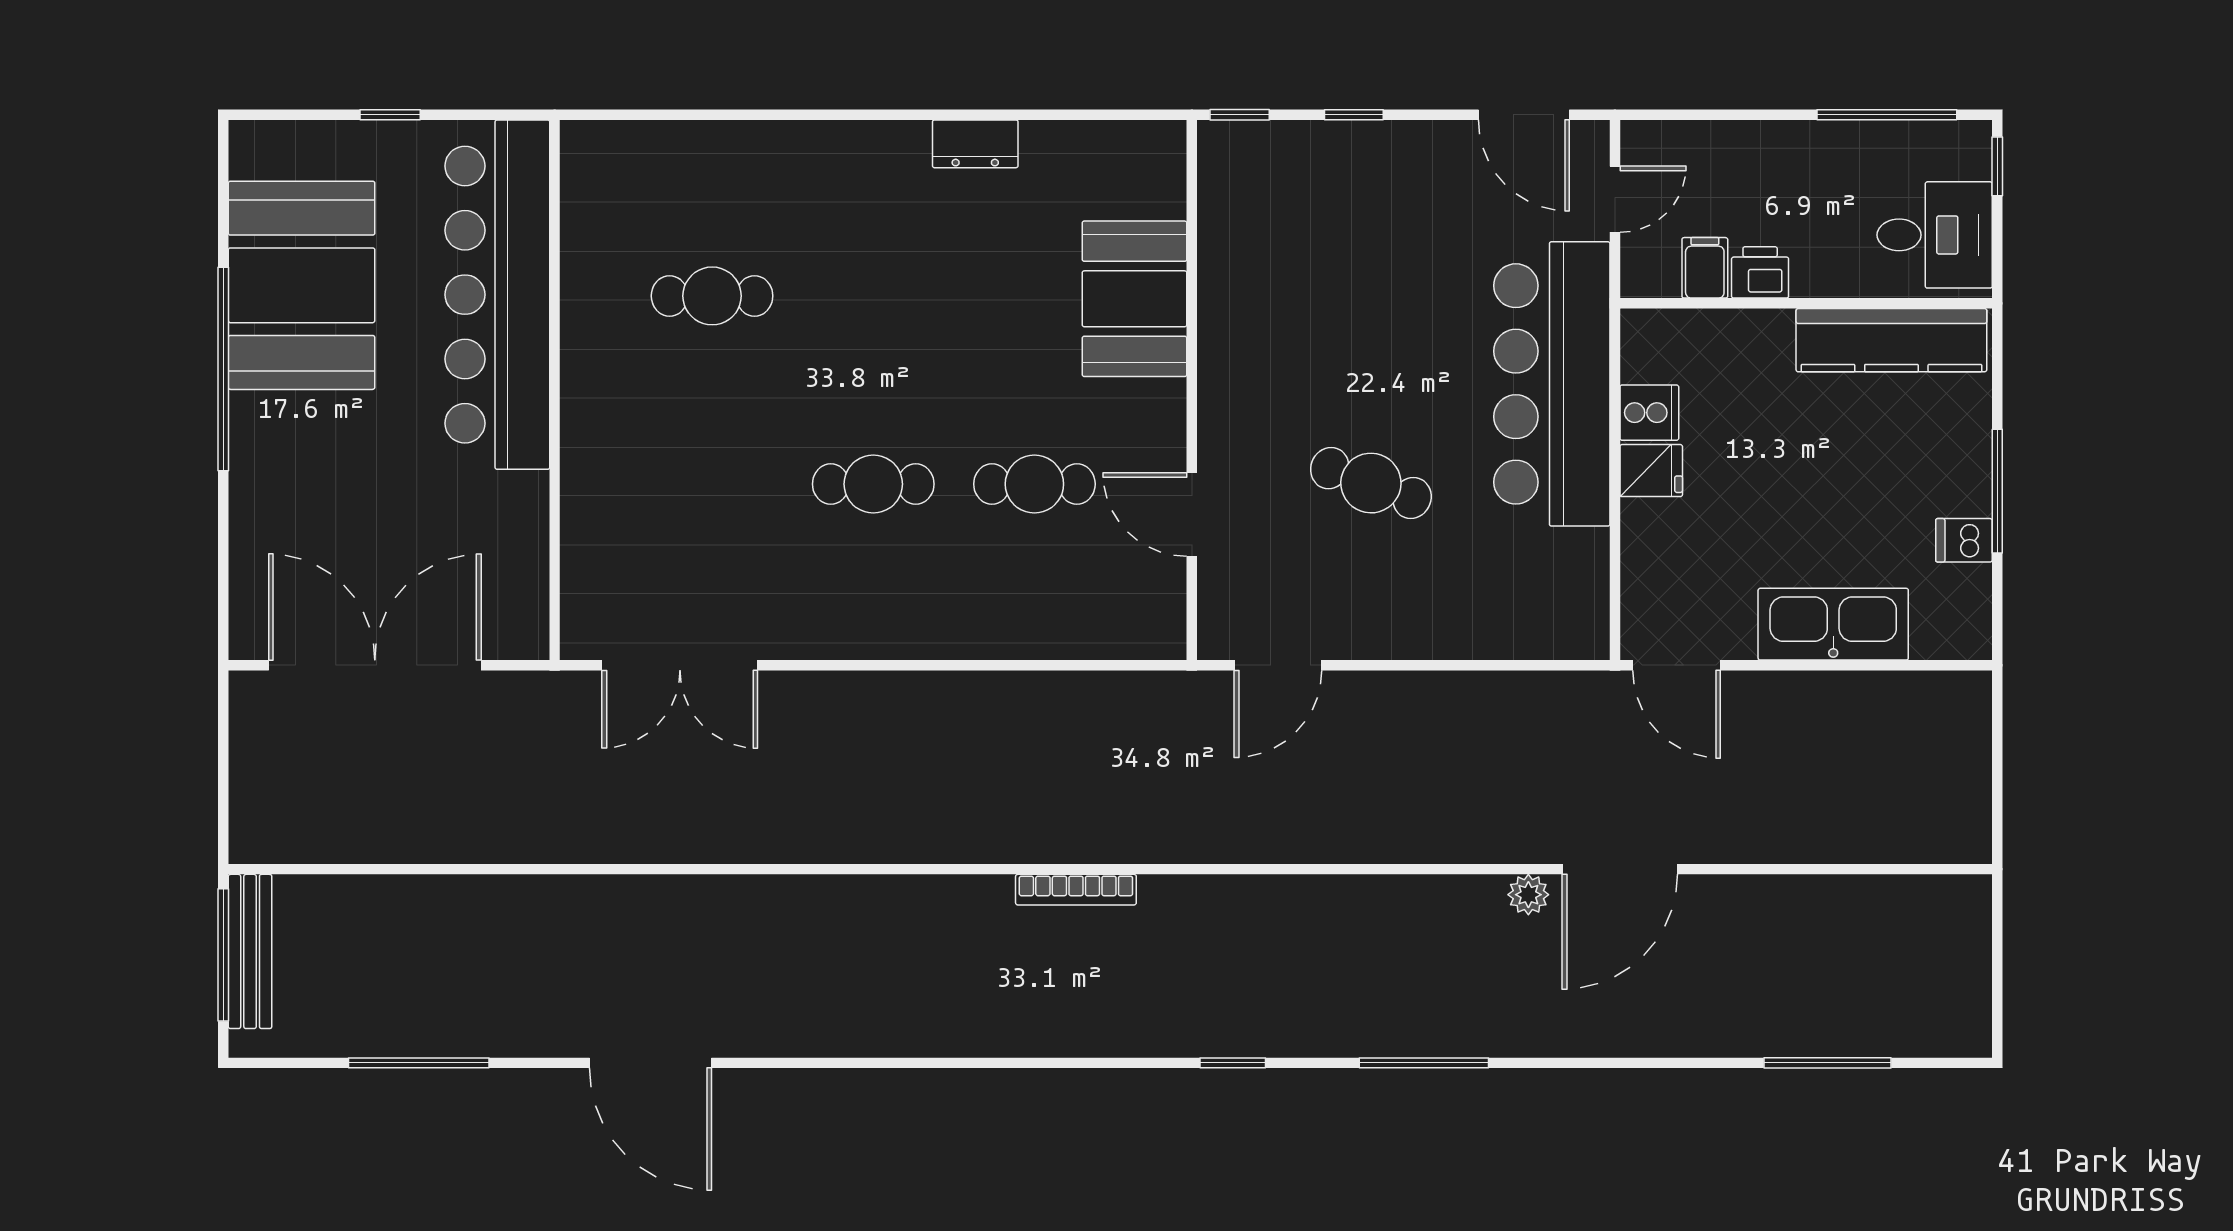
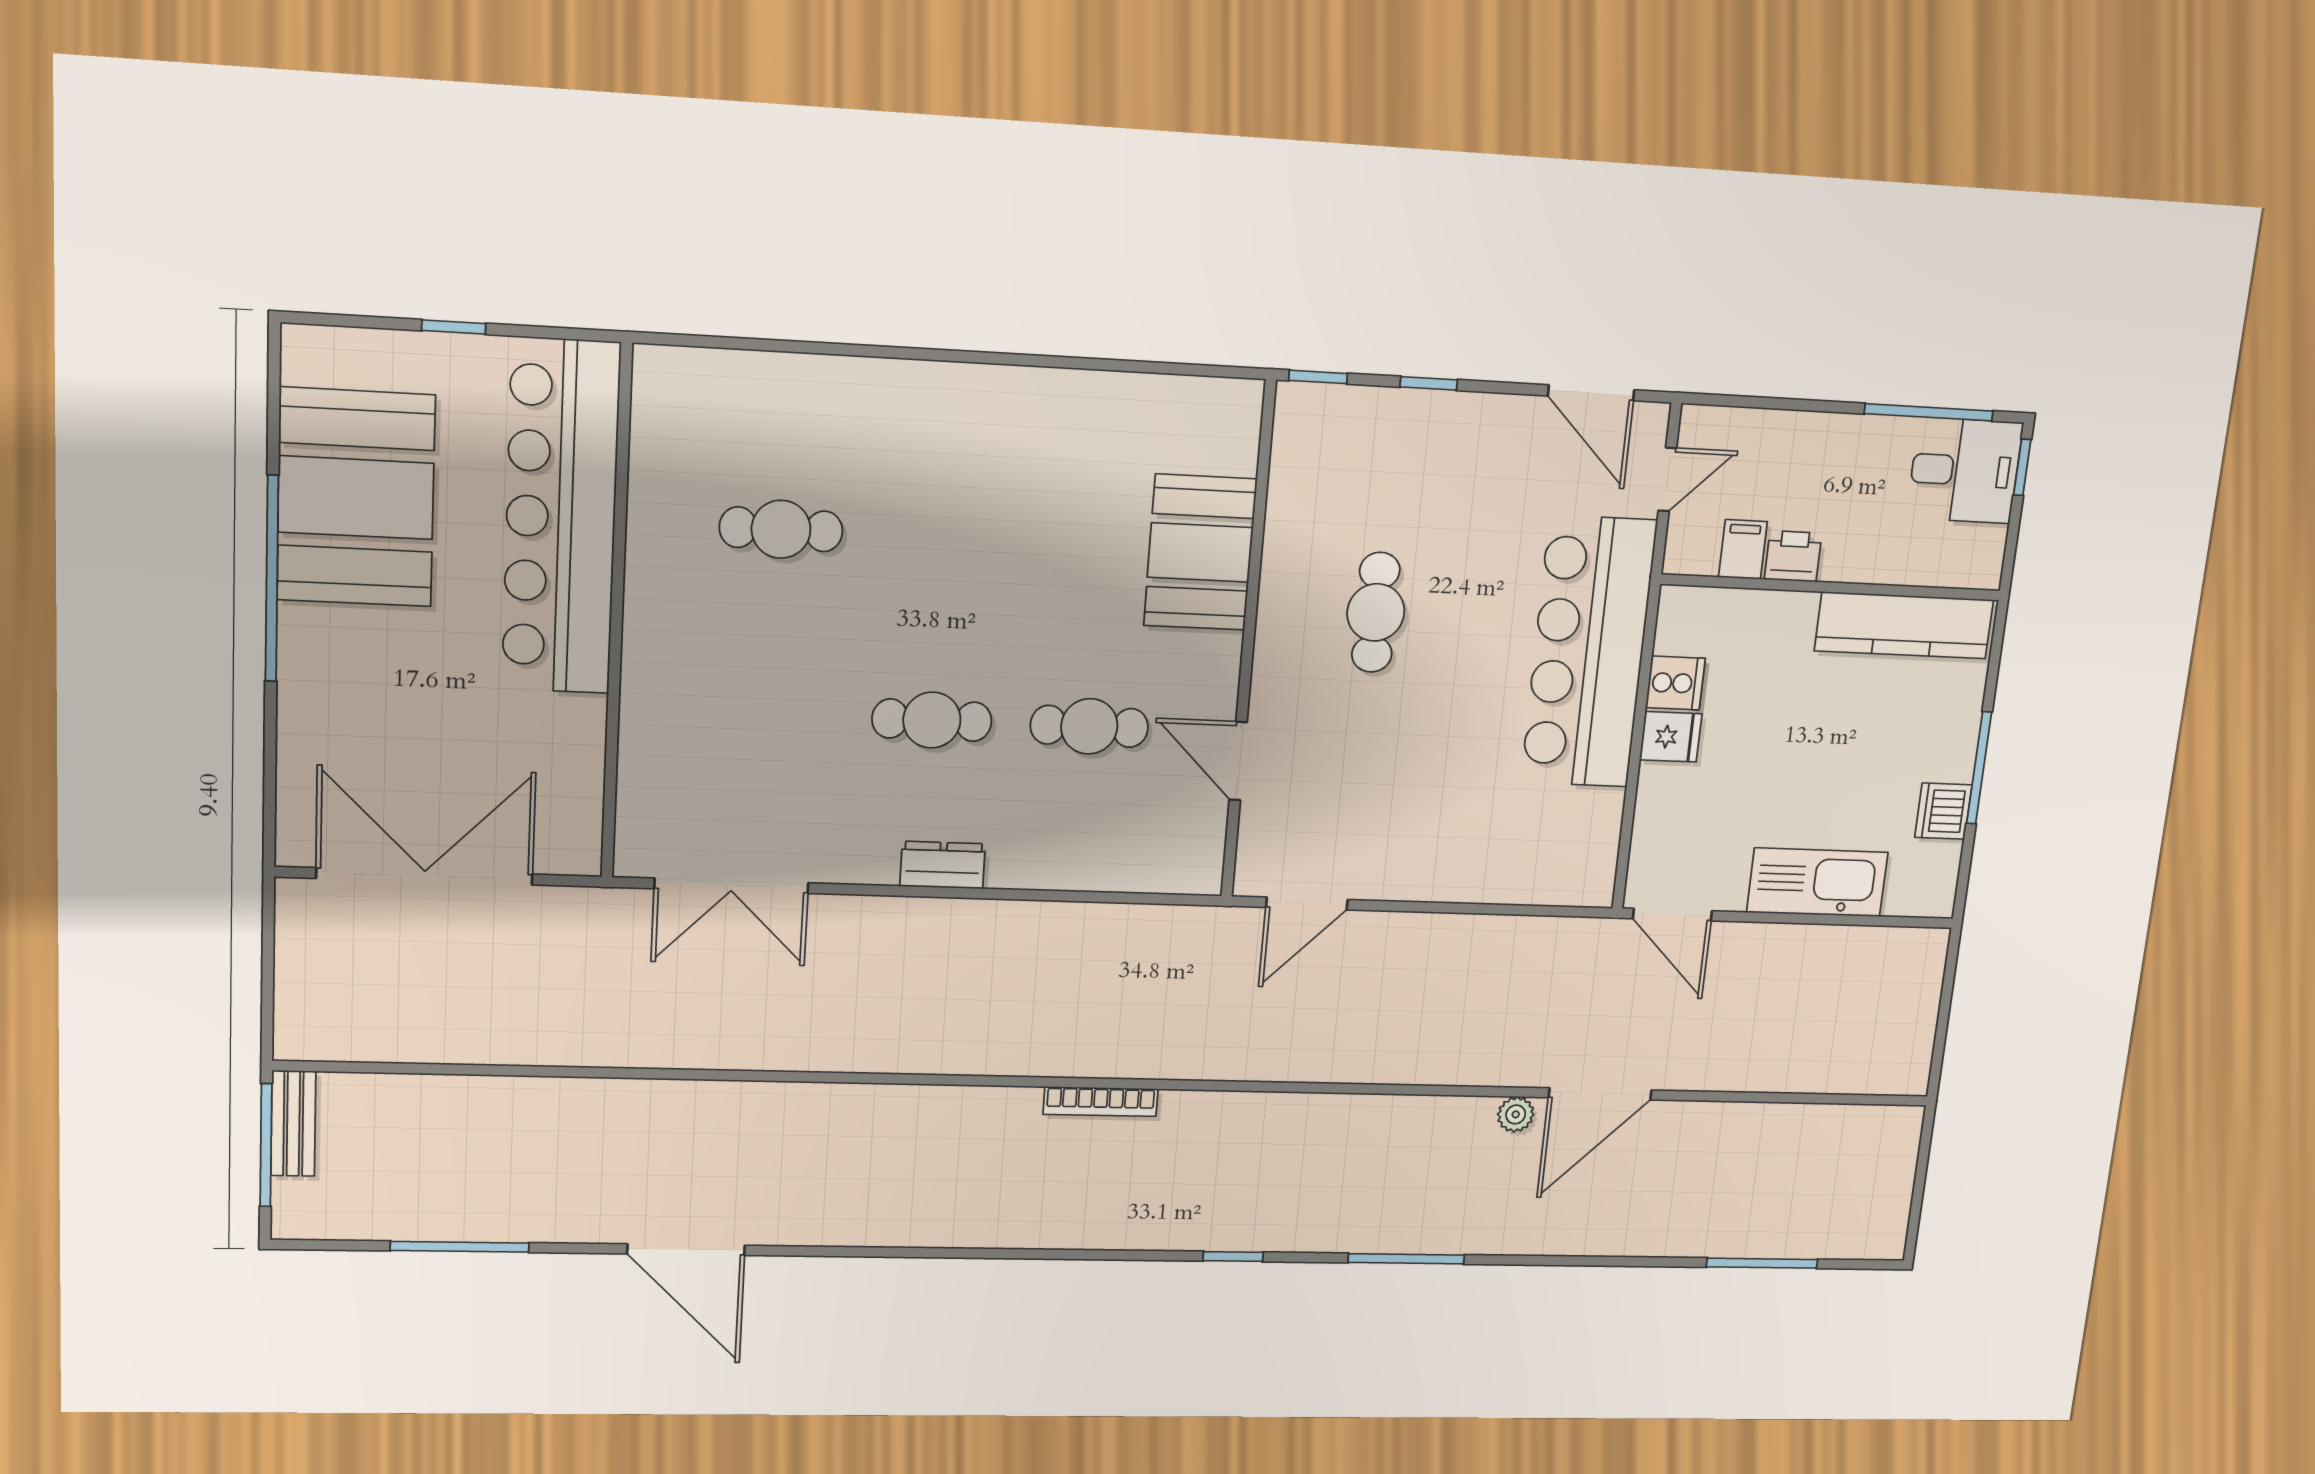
dresser: (975, 144) -> (943, 865), moved, turned 180
desk: (1935, 235) -> (1965, 471), moved
cafe table: (1371, 483) -> (1376, 612), moved, turned 70
dishwasher: (1964, 540) -> (1943, 811), width x1.38
bench: (250, 951) -> (293, 1123), width x0.73

